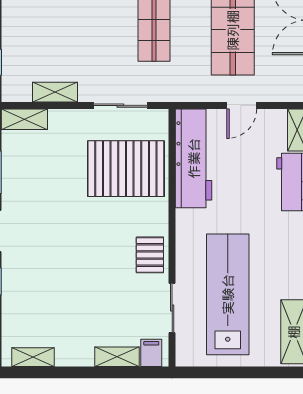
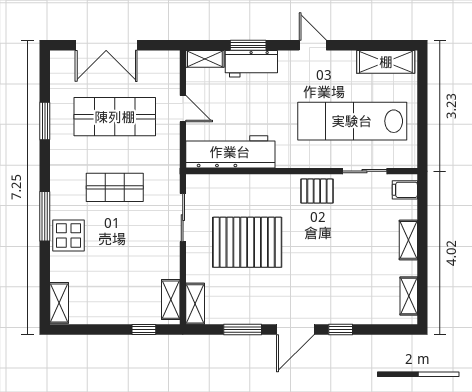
shelving: (55, 92) -> (171, 300), moved
pallet: (126, 169) -> (247, 242), moved, turned 90
shelving: (117, 357) -> (408, 240), moved

